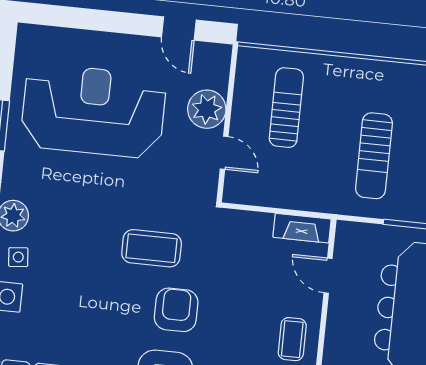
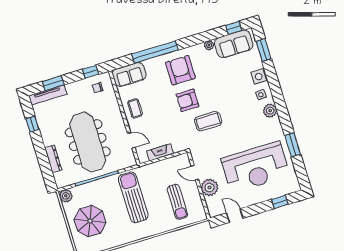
window: (73, 18) -> (280, 202), added
sun lounger: (374, 156) -> (133, 197), width x1.36, depth x1.34
fireplace: (302, 228) -> (160, 152), moved
armchair: (176, 310) -> (187, 100), turned 90

